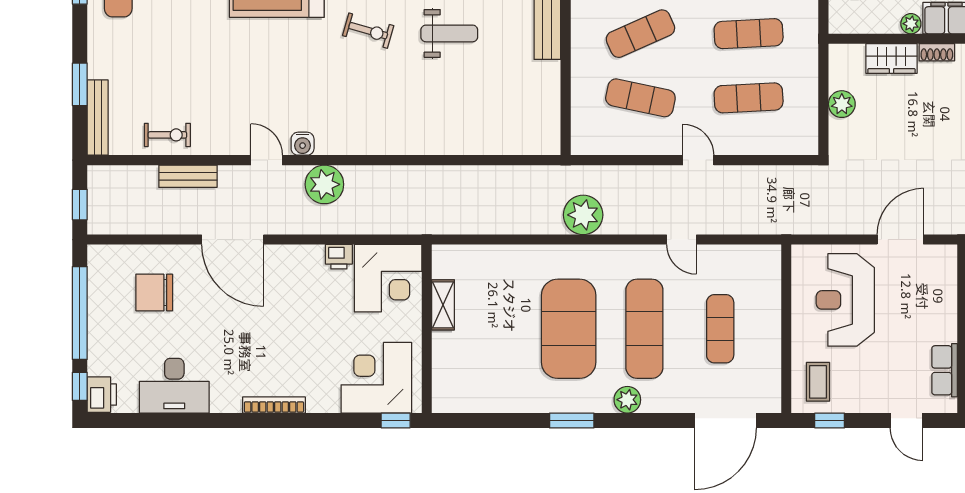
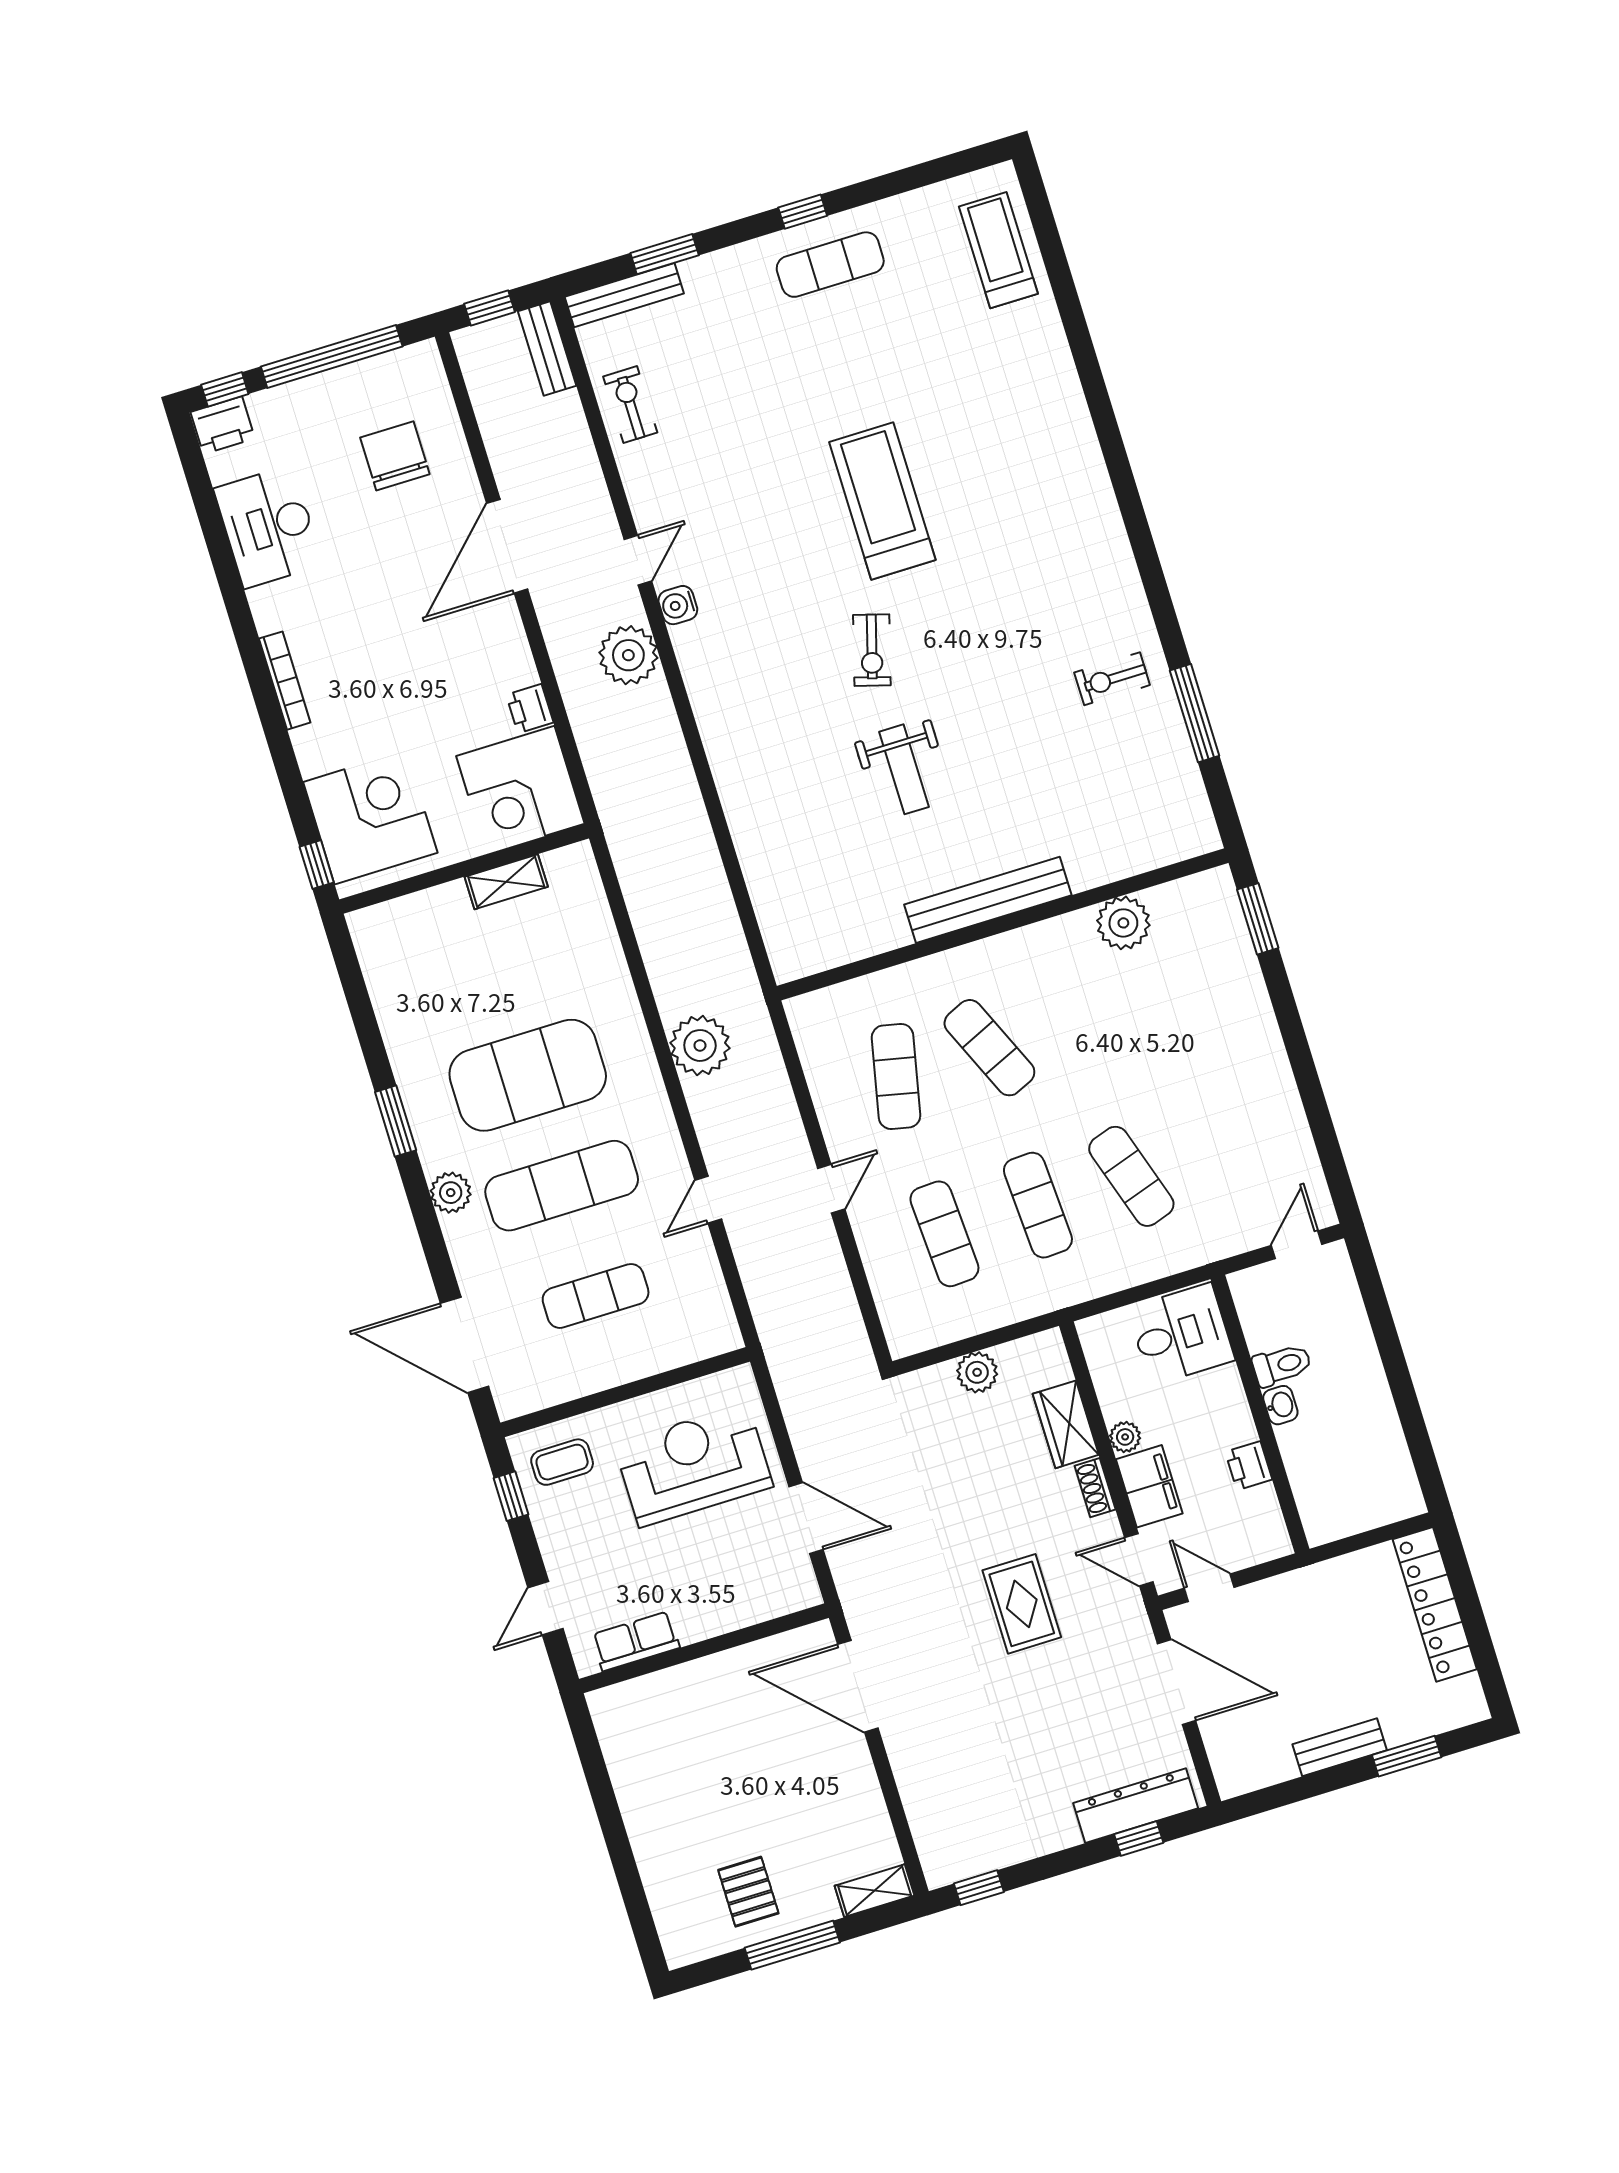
exercise bike: (167, 135) -> (630, 404), turned 180
bench: (188, 176) -> (547, 349), moved

